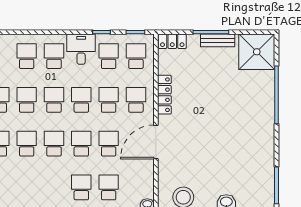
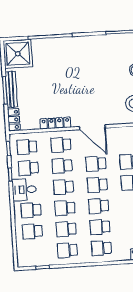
bench: (218, 40) -> (11, 89), width x1.36

